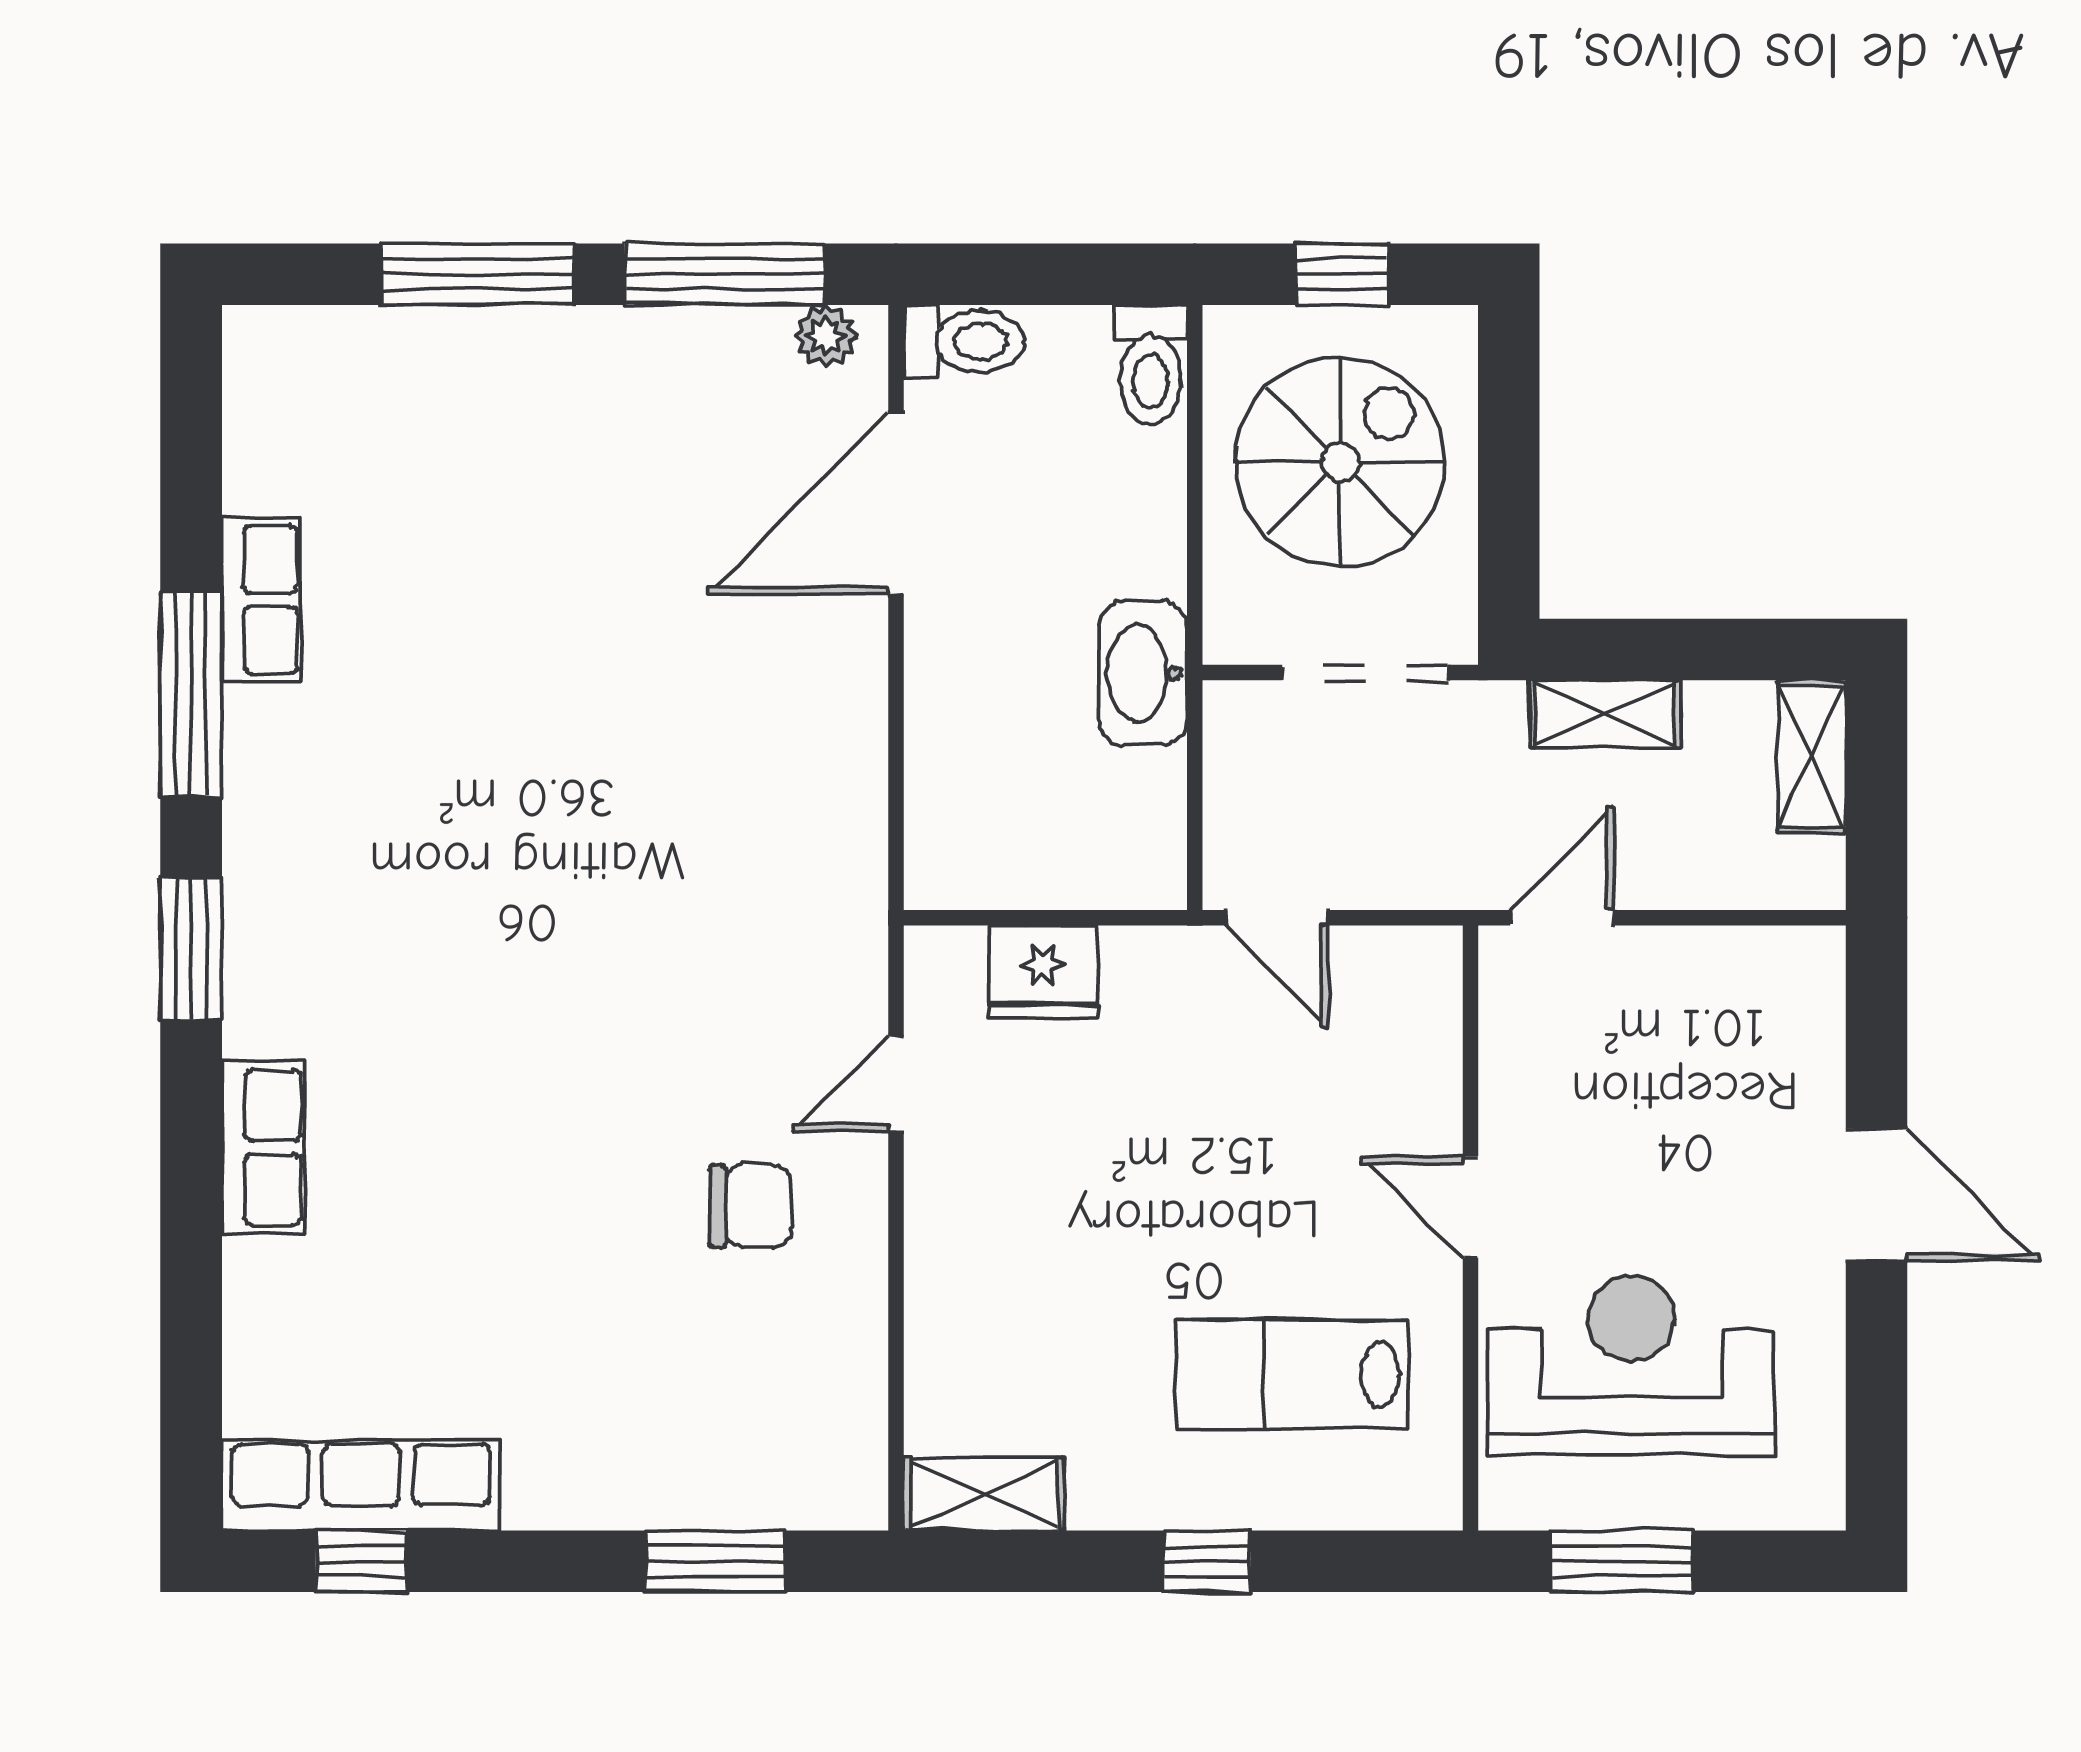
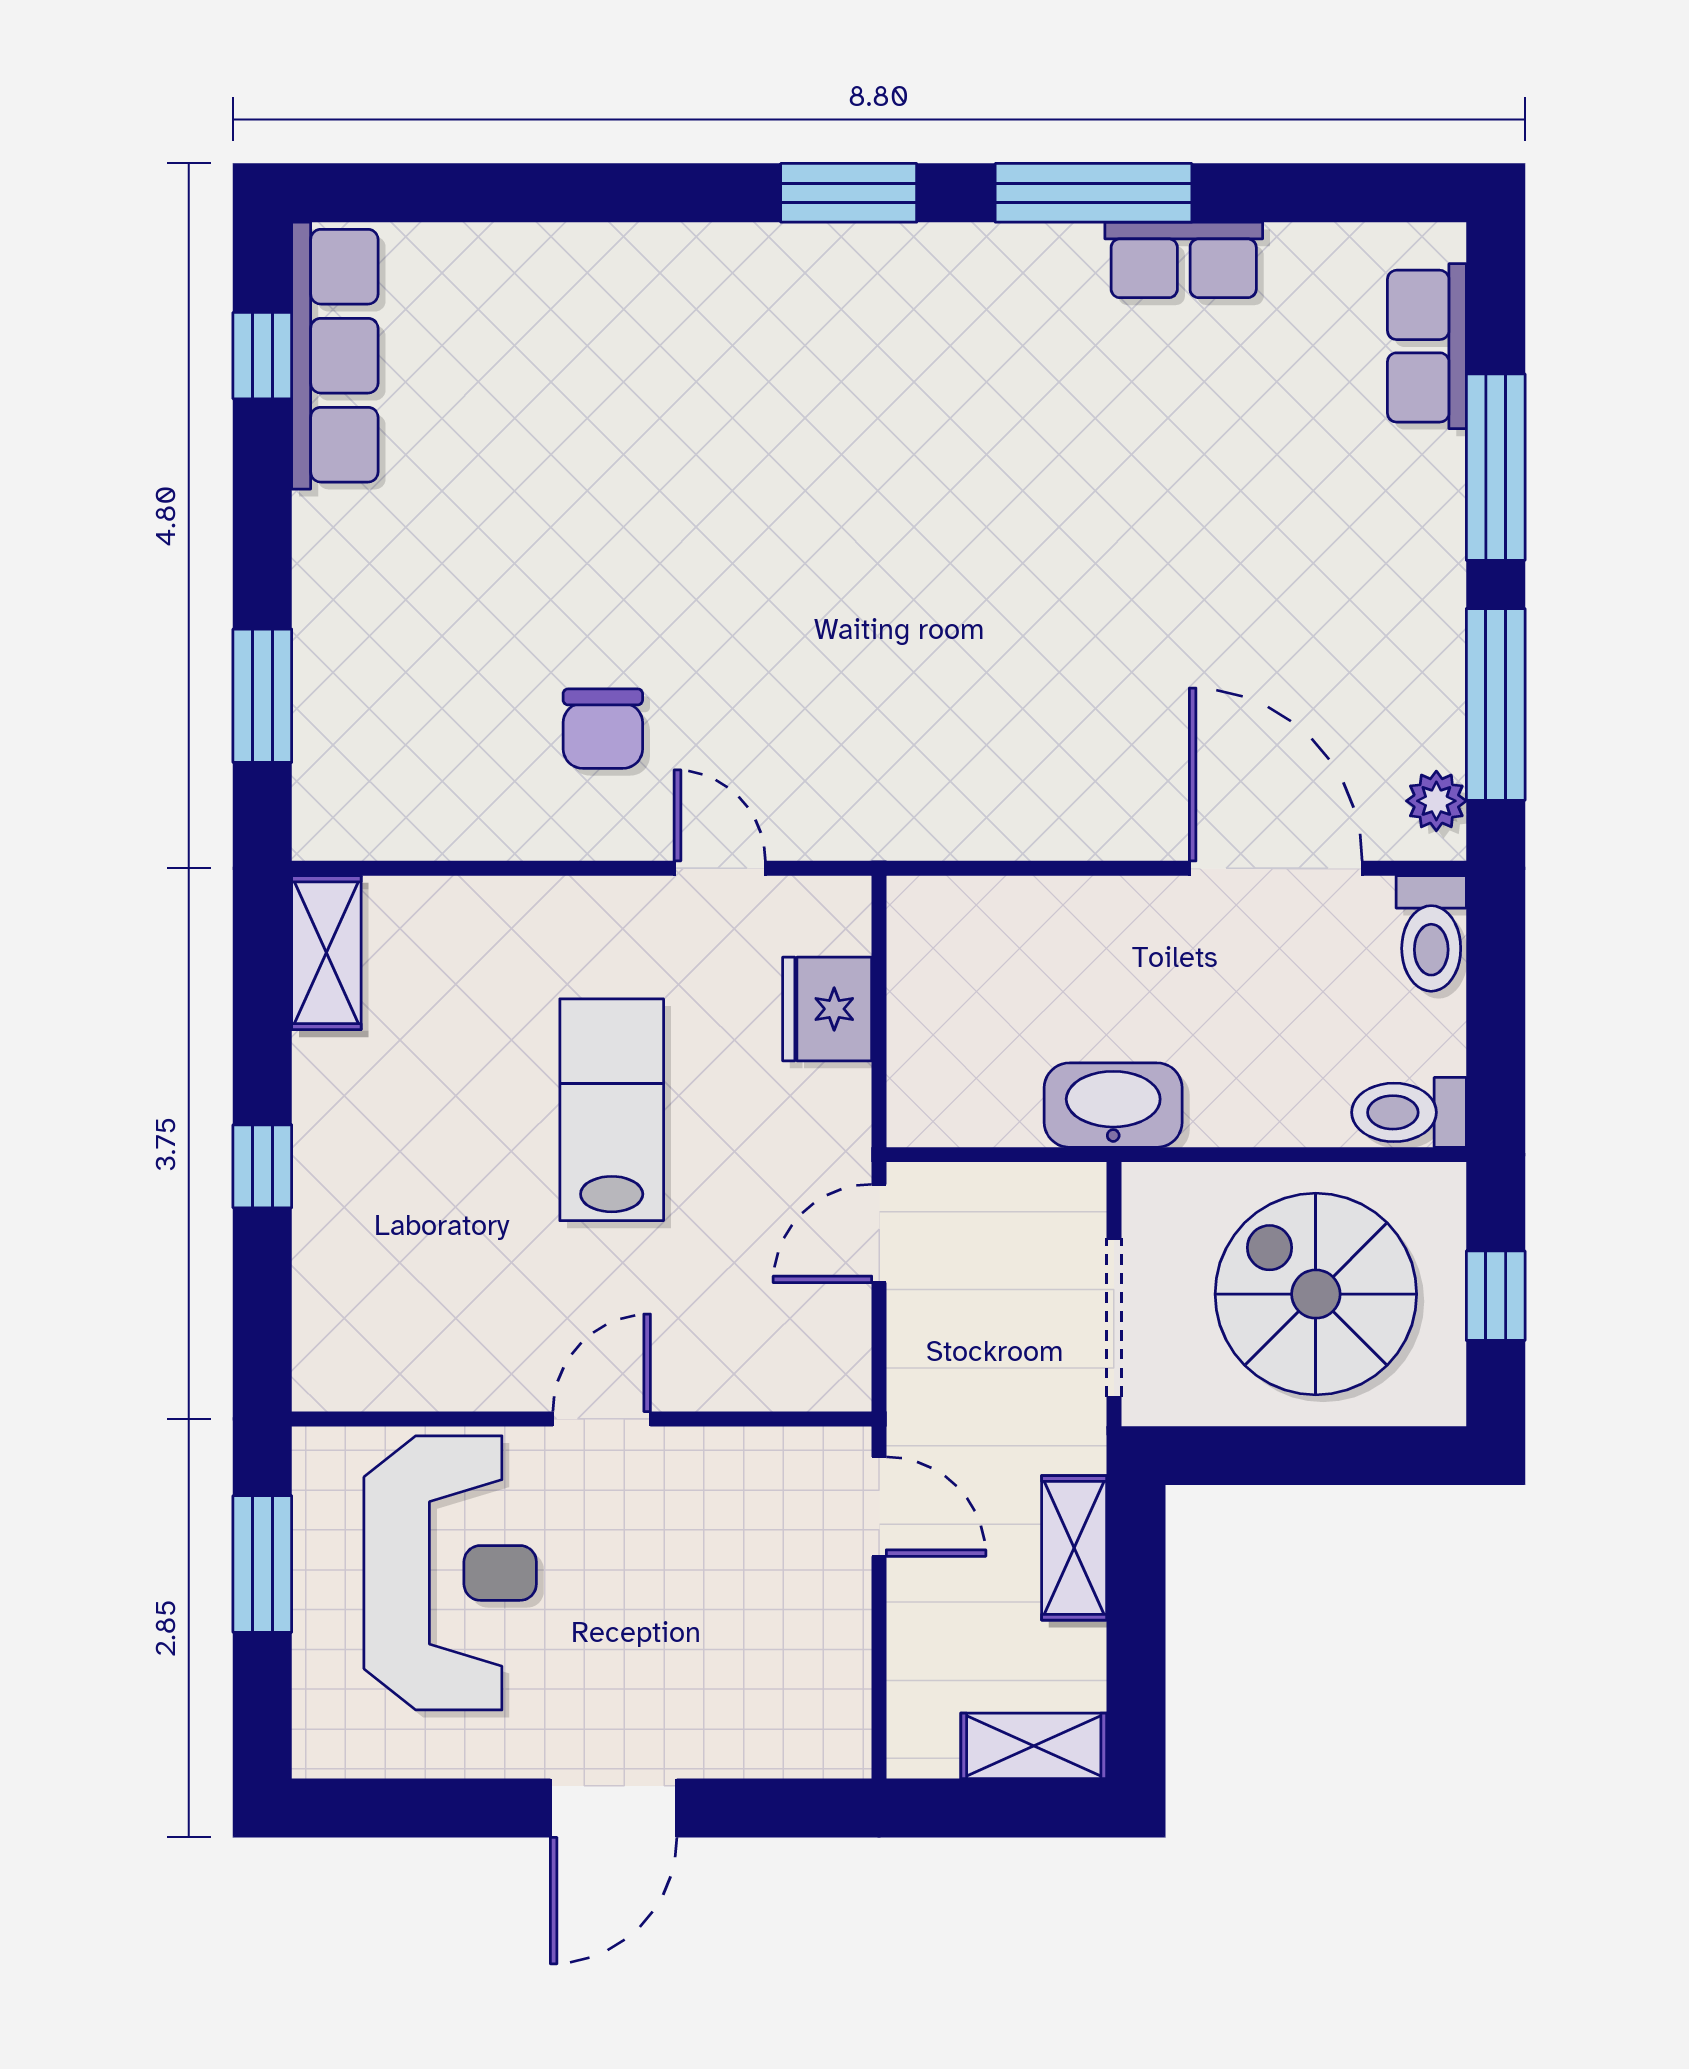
spiral stairs: (1340, 462) -> (1316, 1294), turned 180
row of seats: (263, 1147) -> (1427, 346), moved, turned 90
lab bench: (1292, 1374) -> (612, 1110), moved

